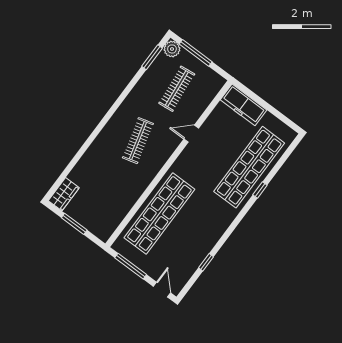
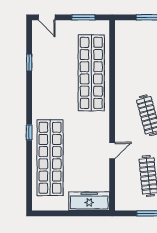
window: (260, 190) -> (29, 132), moved
window: (131, 266) -> (83, 17), width x0.69

